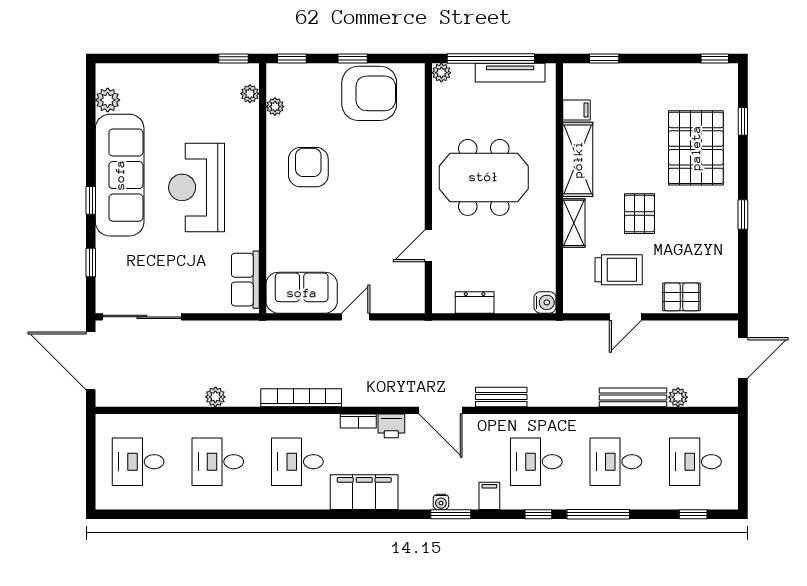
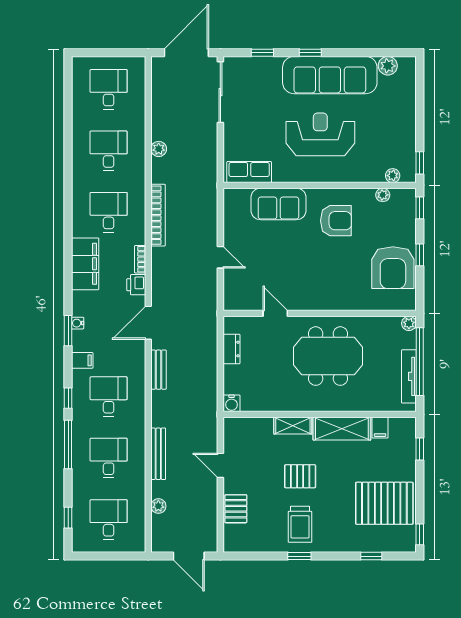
pallet: (696, 148) -> (384, 503), moved
meeting table: (484, 177) -> (328, 356), turned 90
trolley: (619, 270) -> (300, 524), moved
sofa: (302, 293) -> (278, 204), moved, turned 90
bench: (633, 397) -> (158, 454), moved

